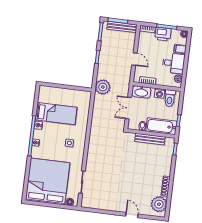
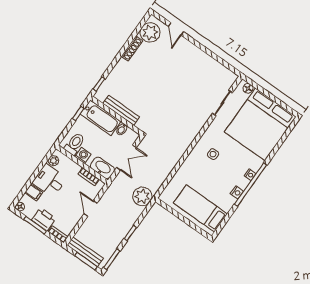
bed: (56, 114) -> (200, 208), moved
door: (132, 215) -> (176, 29), moved

